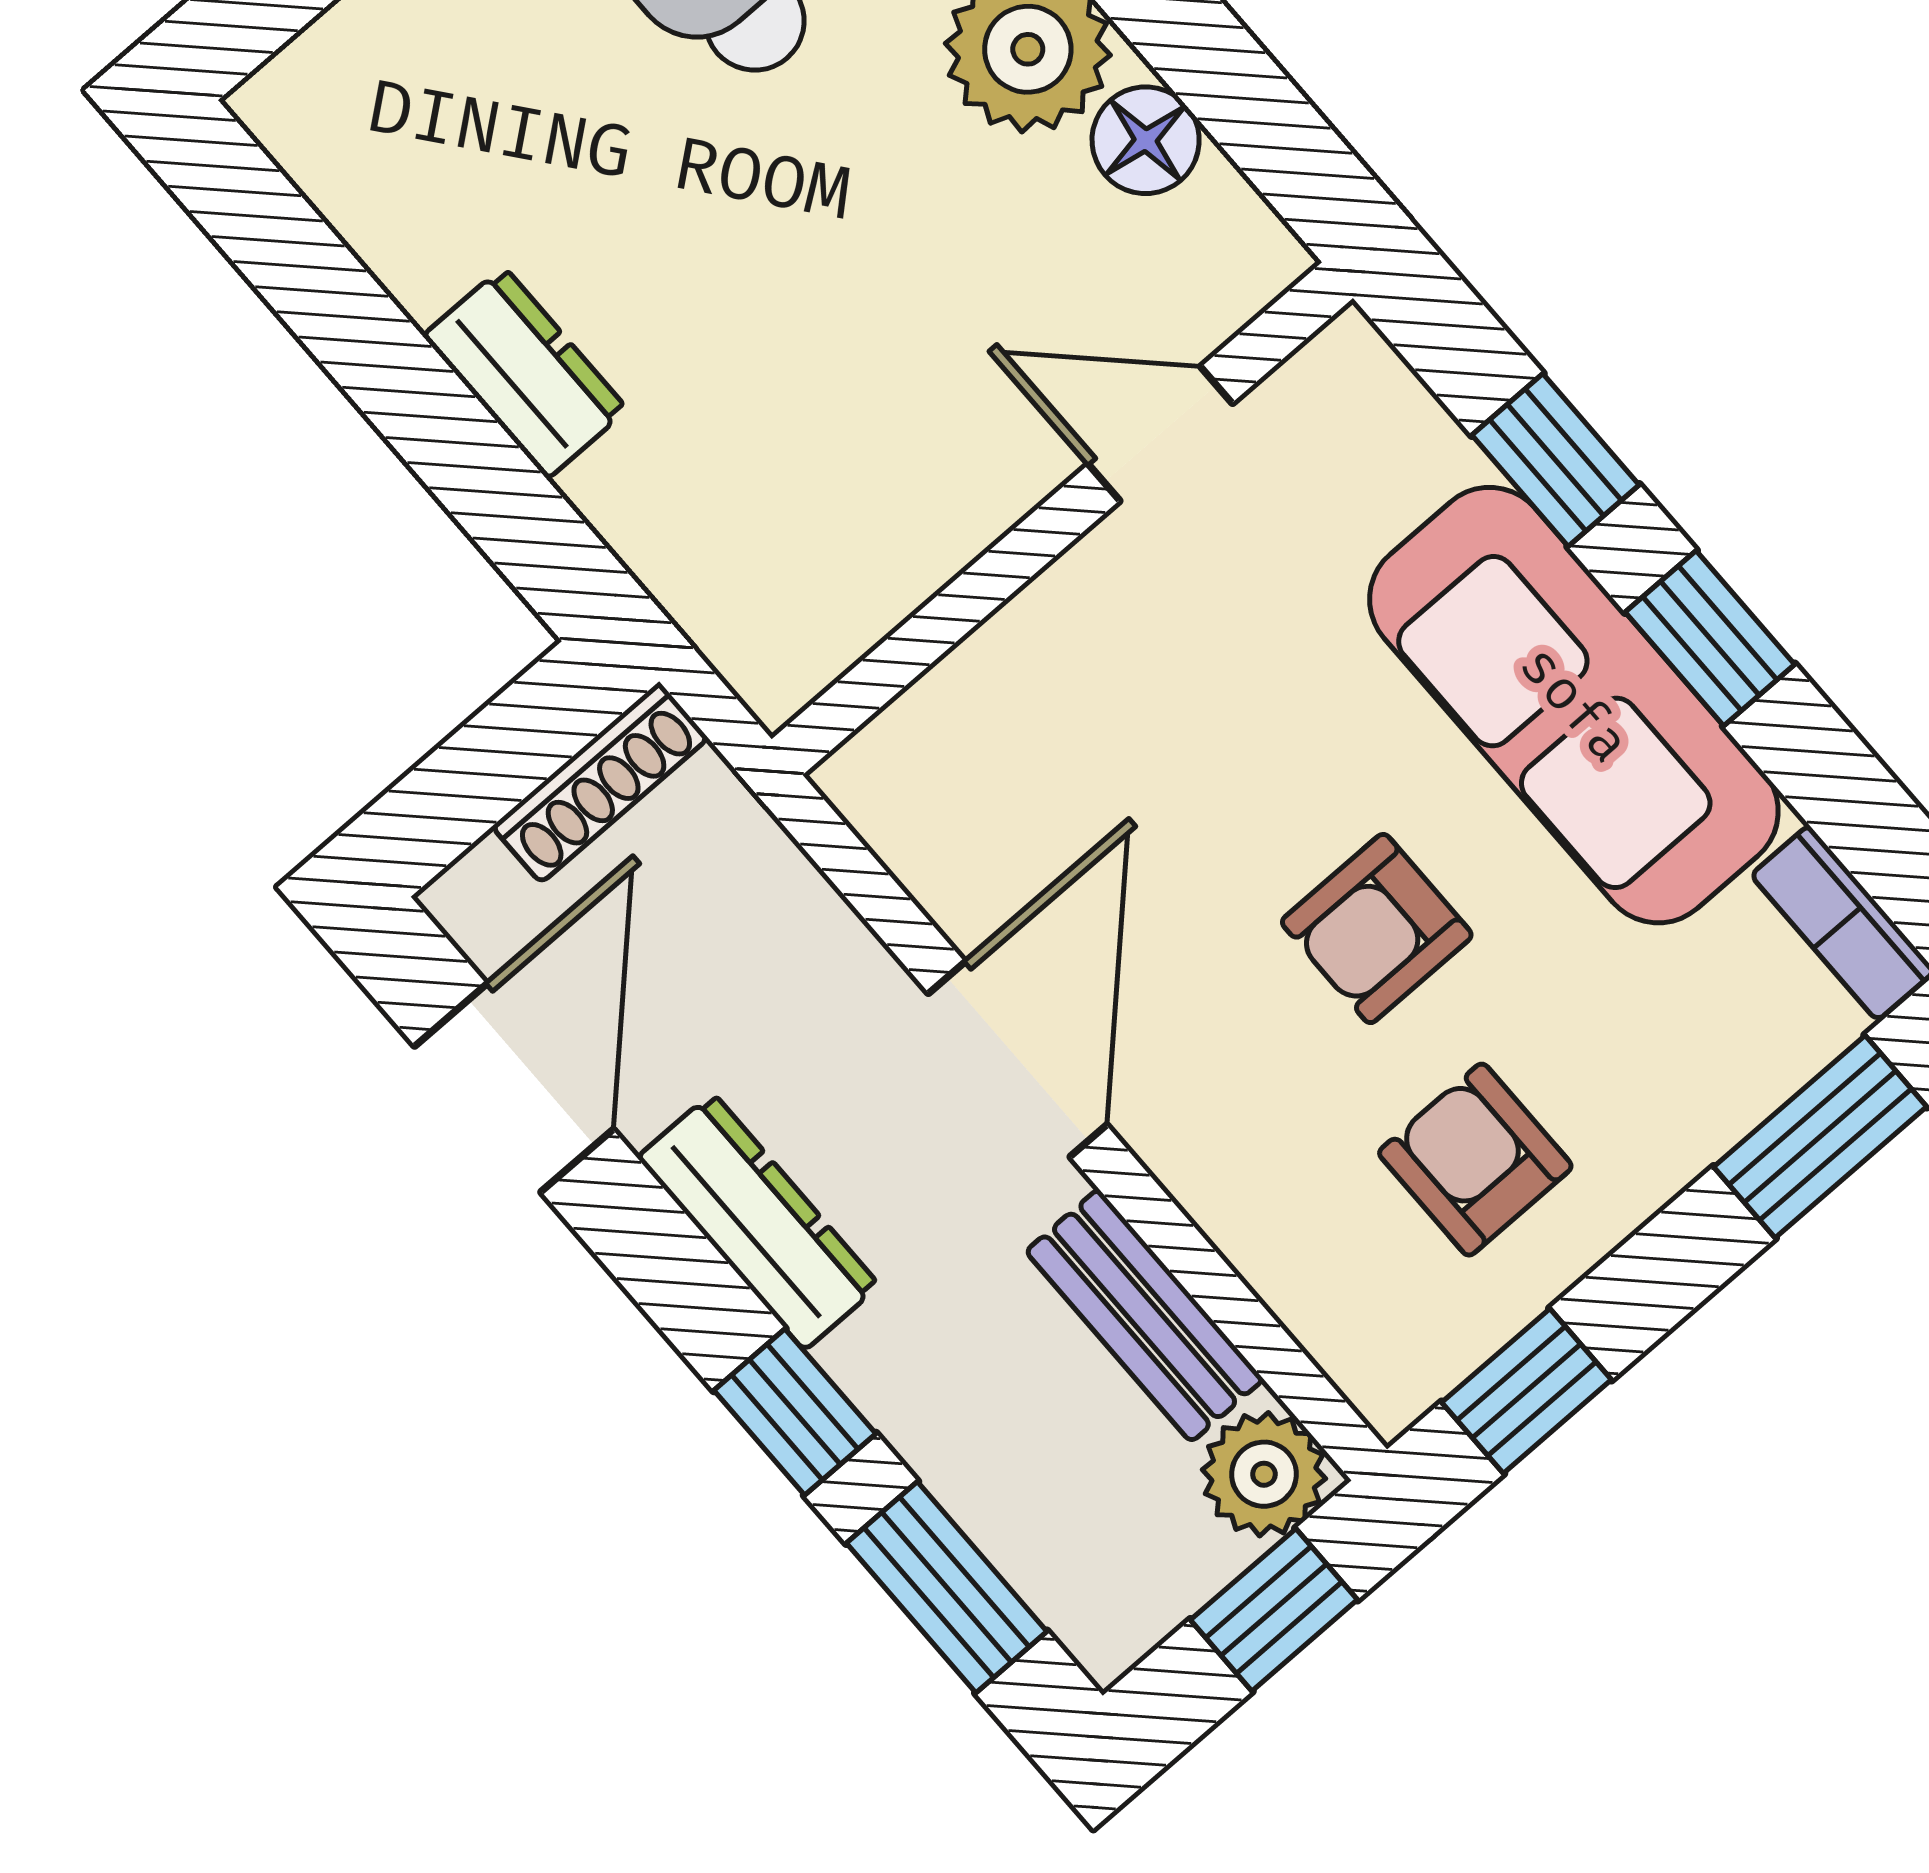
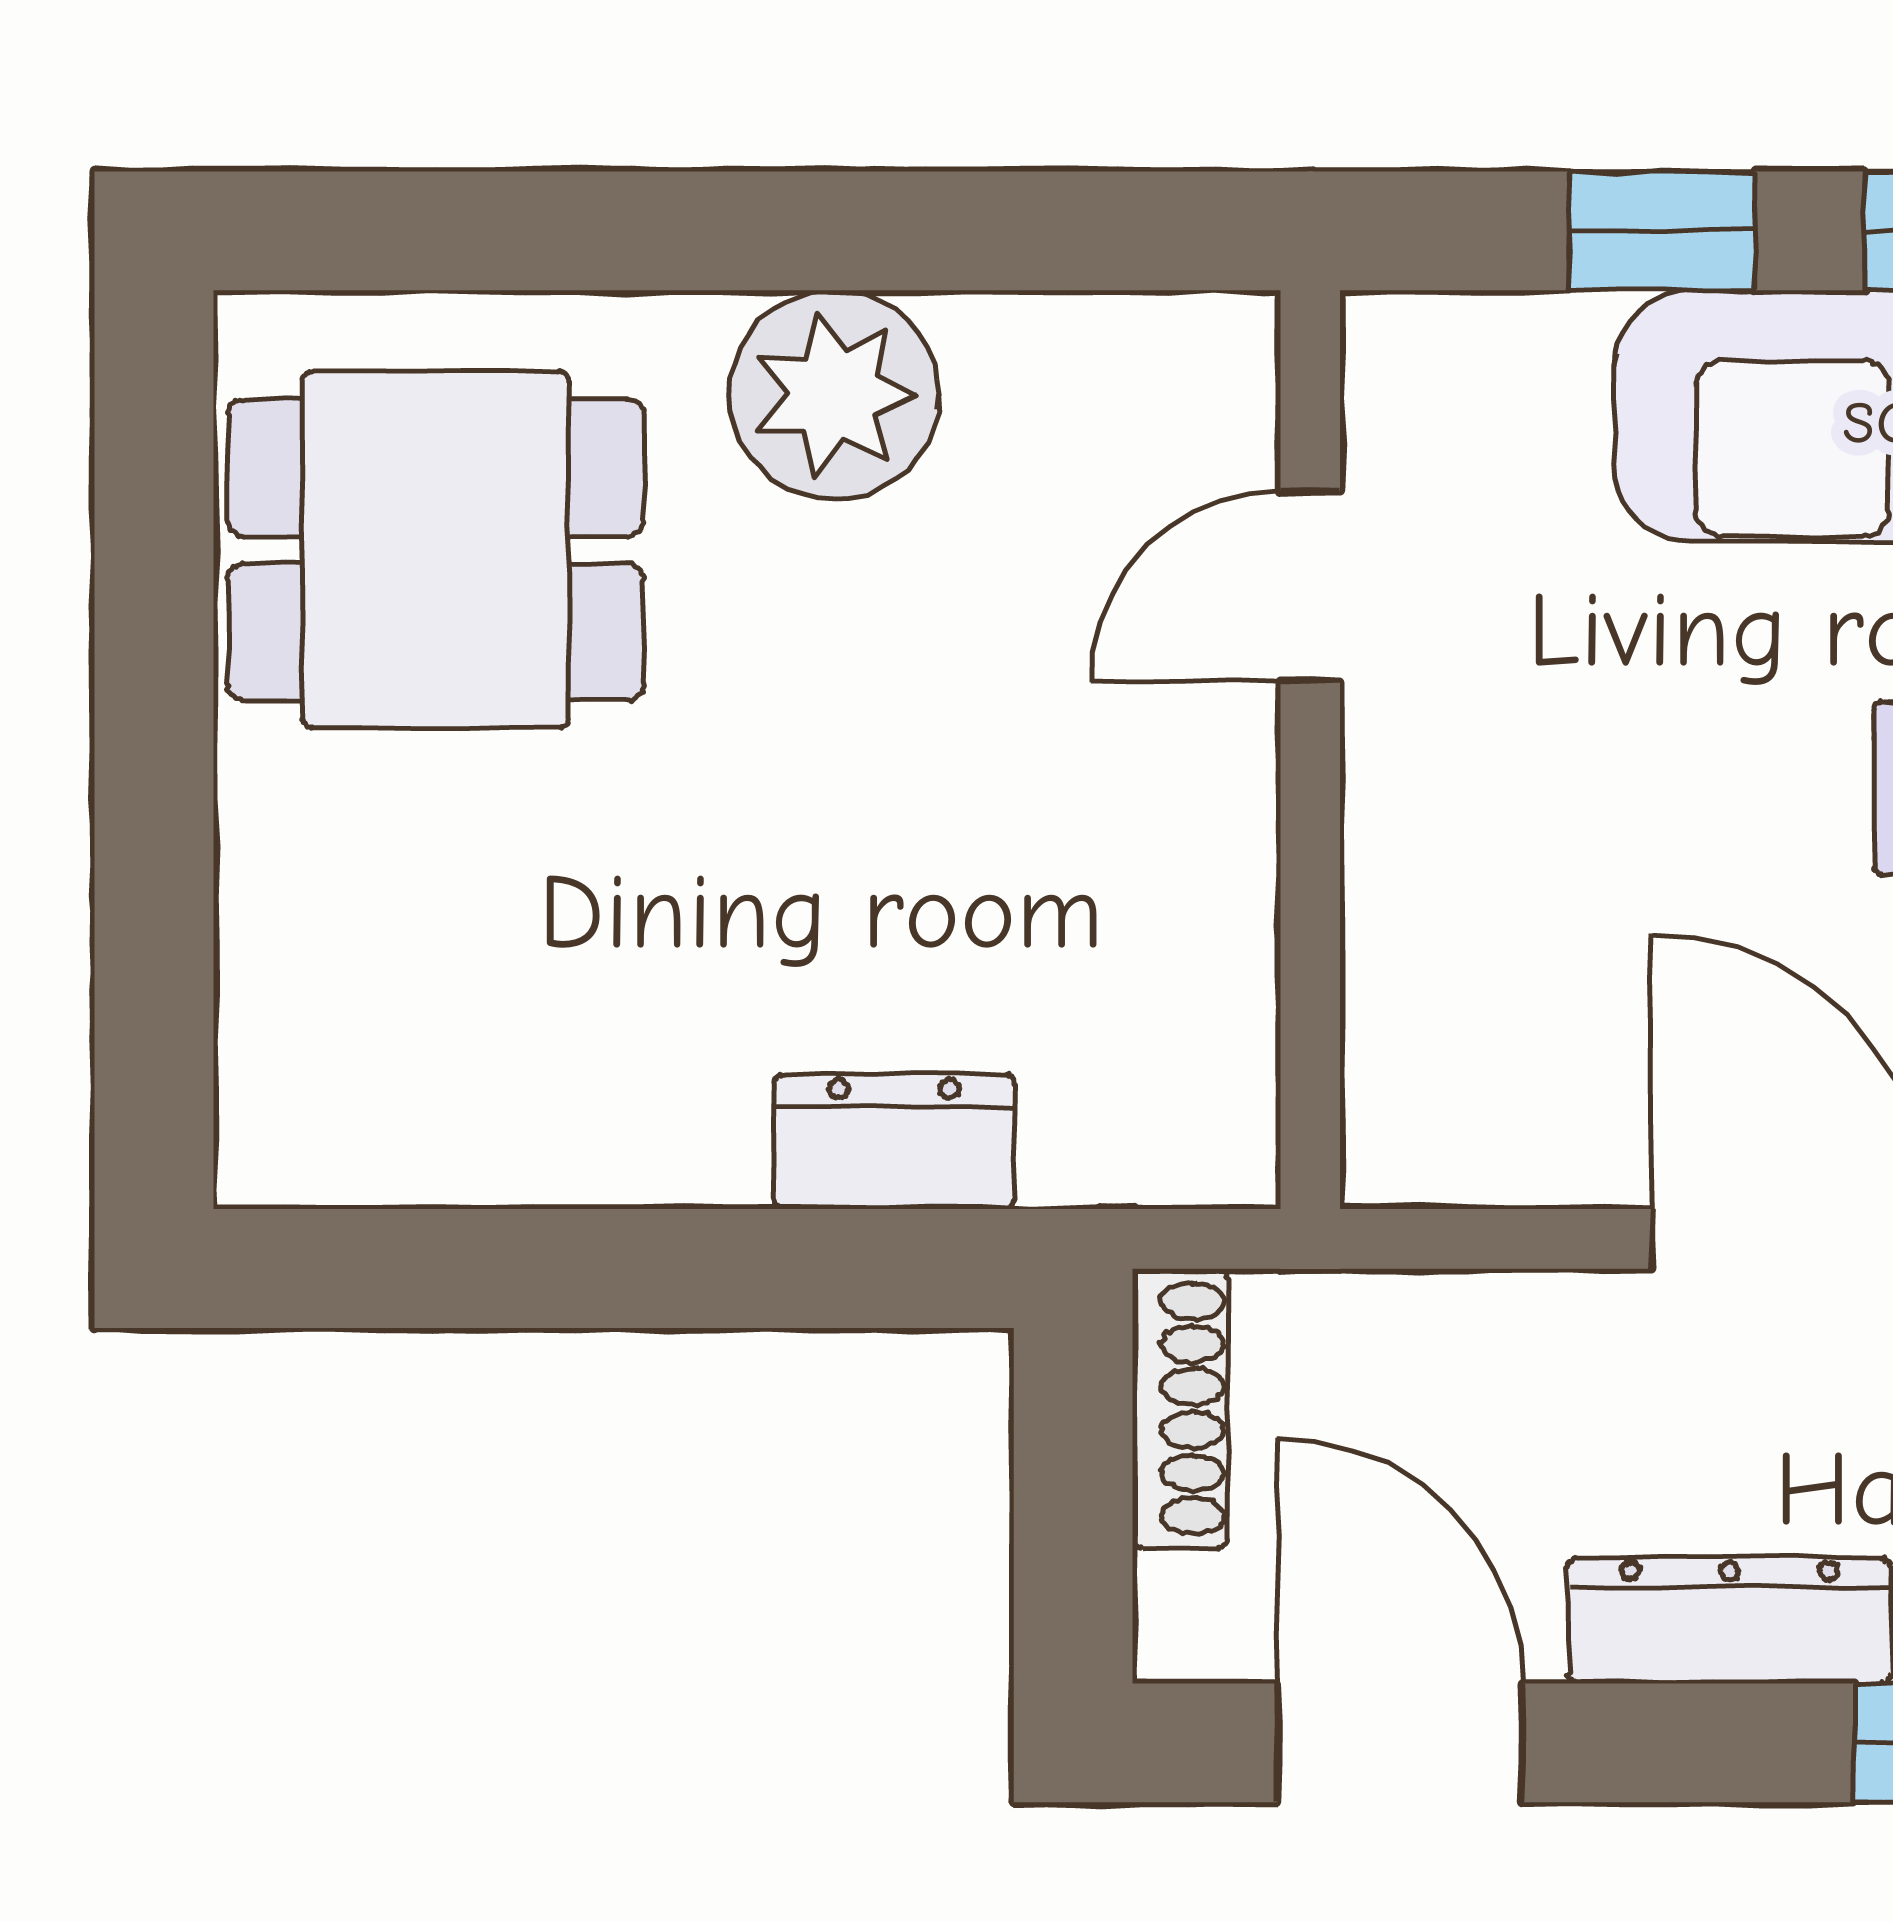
floor lamp: (1146, 140) -> (1018, 358), removed
dresser: (525, 373) -> (894, 1142), moved

